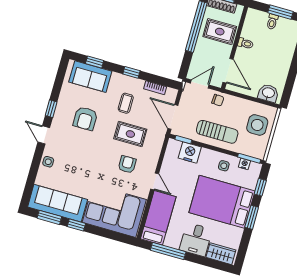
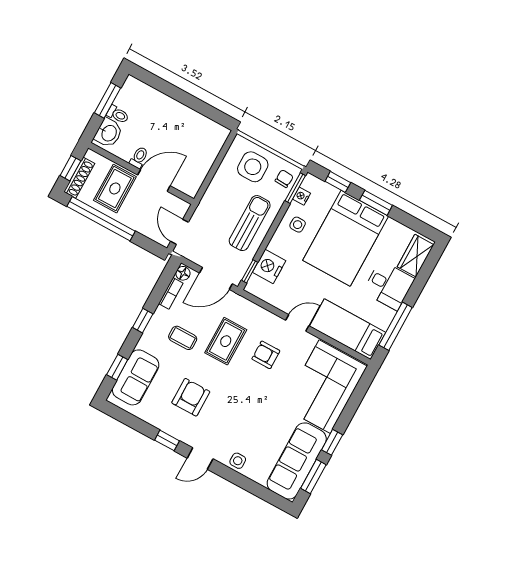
door: (228, 71) -> (154, 180), moved
floor lamp: (171, 93) -> (183, 273), added
washbasin: (268, 93) -> (109, 133), moved, turned 180
chair: (218, 100) -> (284, 179), moved
armchair: (85, 118) -> (191, 397), turned -90

